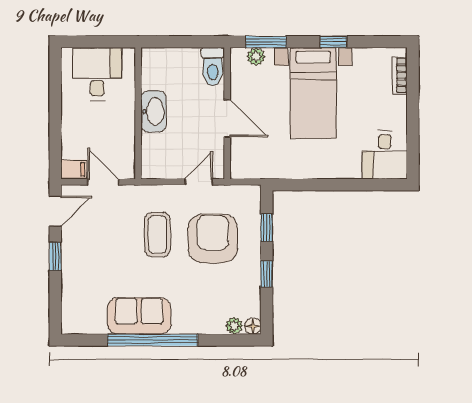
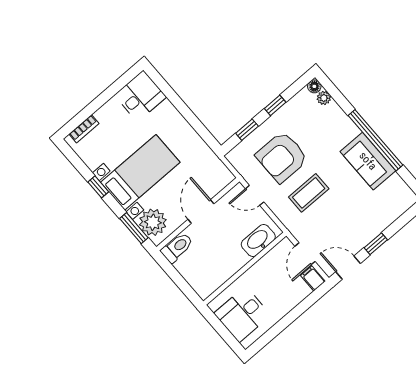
plant: (256, 56) -> (153, 222), width x1.88, depth x1.88
washbasin: (154, 111) -> (258, 241), moved

